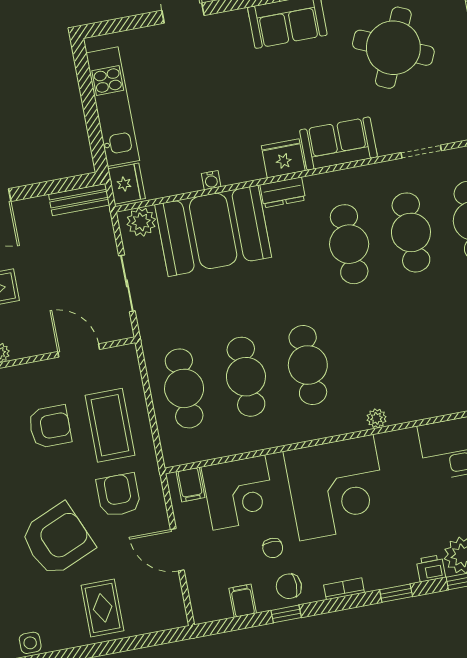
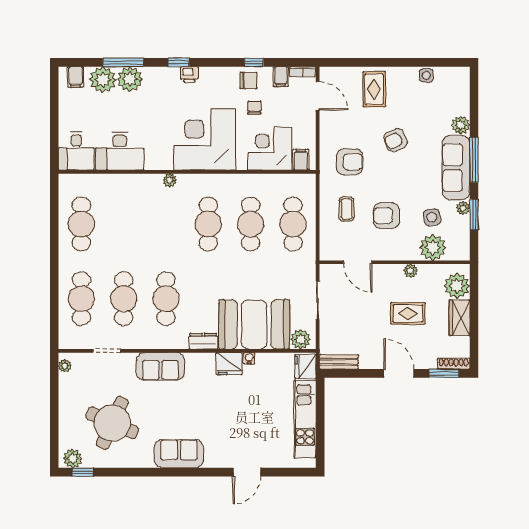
fridge: (283, 158) -> (229, 364), moved
coffee table: (110, 425) -> (346, 209), width x0.54, depth x0.58
armchair: (118, 495) -> (350, 162), turned -90
armchair: (57, 540) -> (396, 140), width x0.53, depth x0.53
door: (177, 550) -> (318, 96), moved
printer: (431, 568) -> (189, 74), moved
bookcase: (344, 589) -> (303, 72), moved

